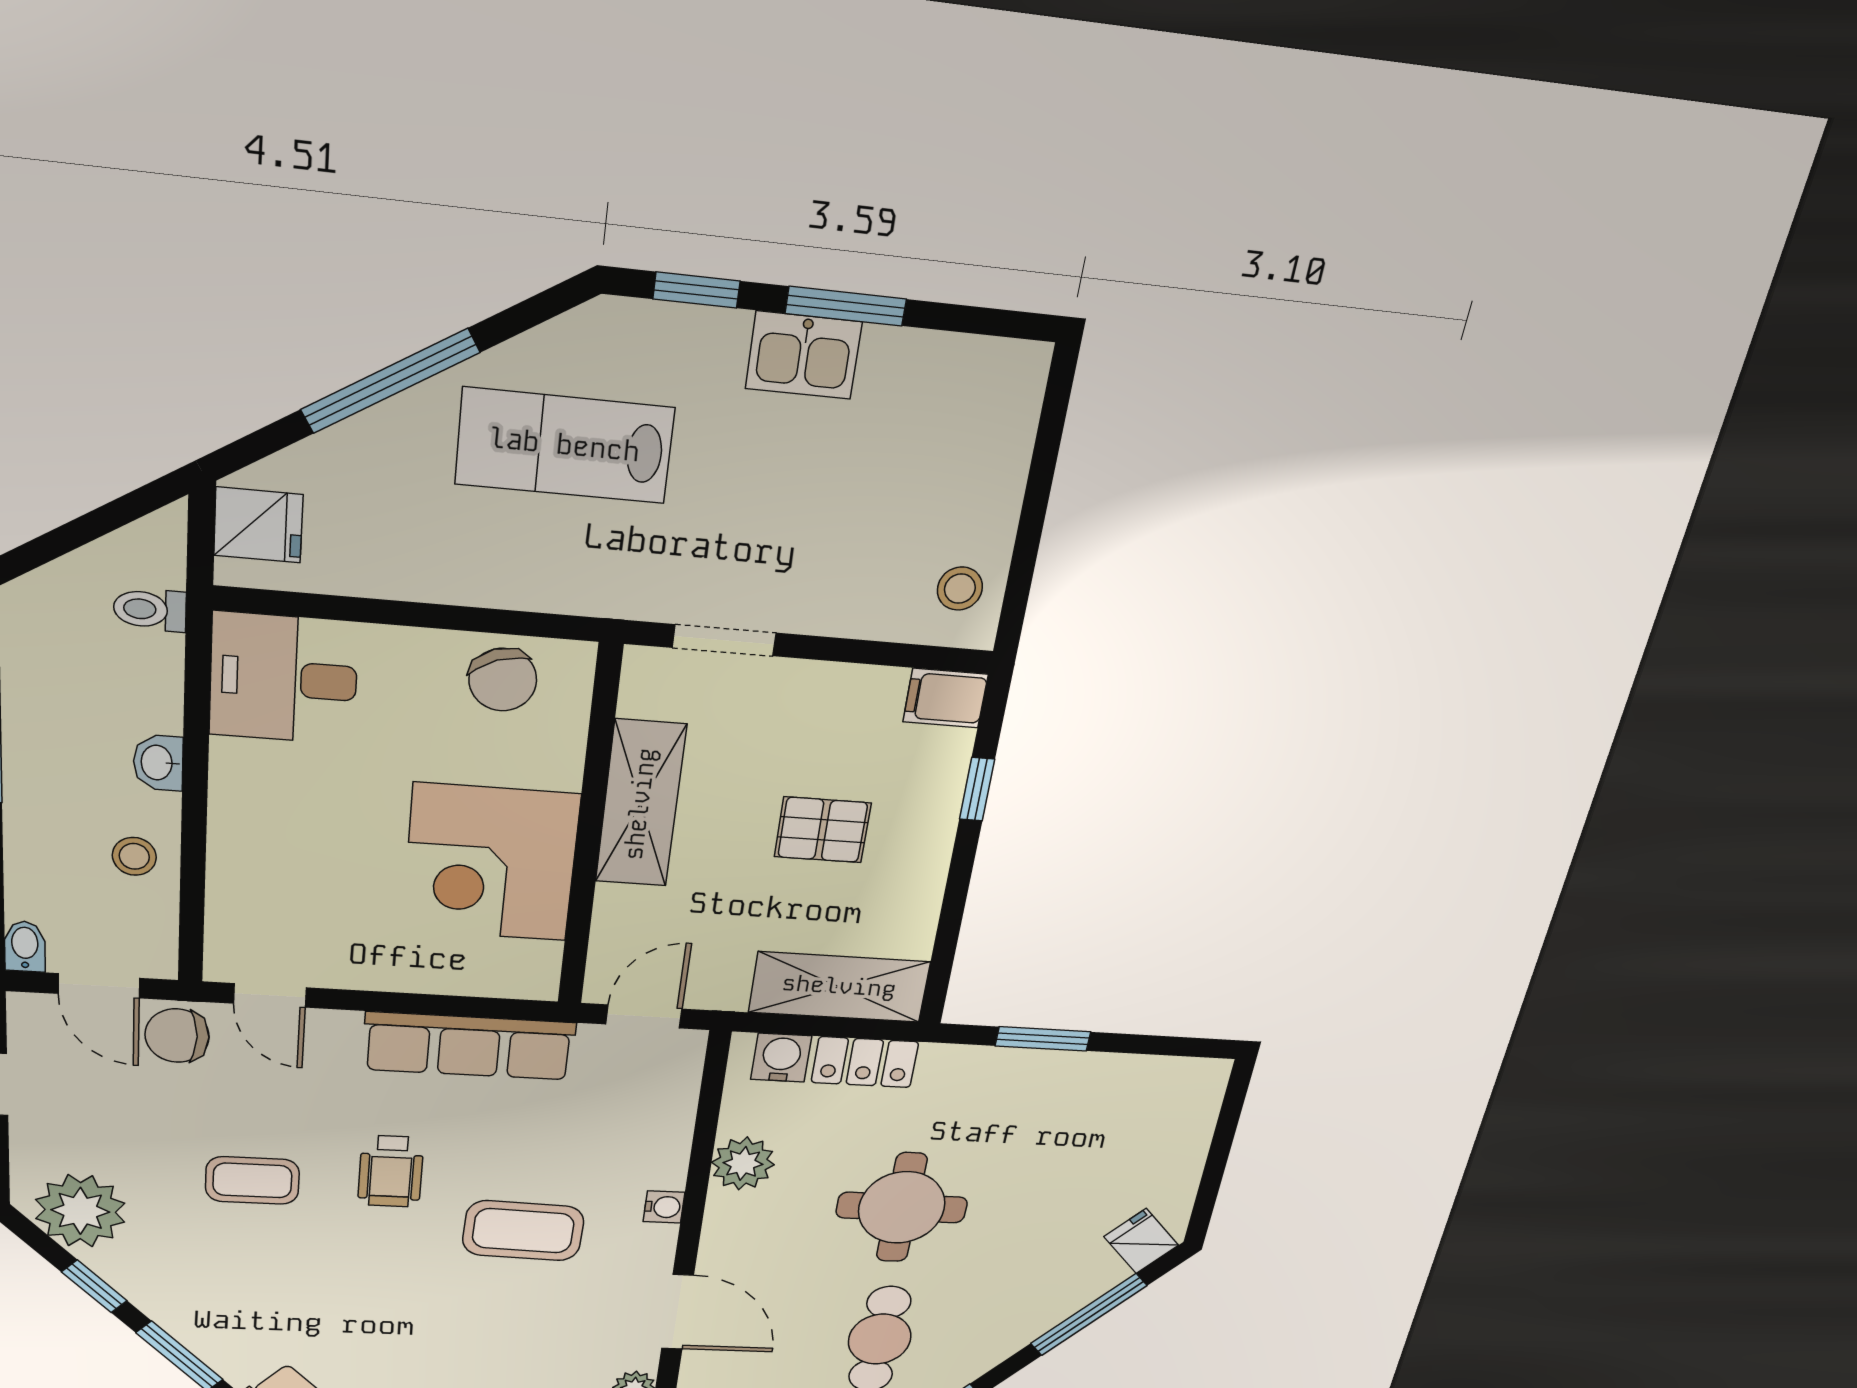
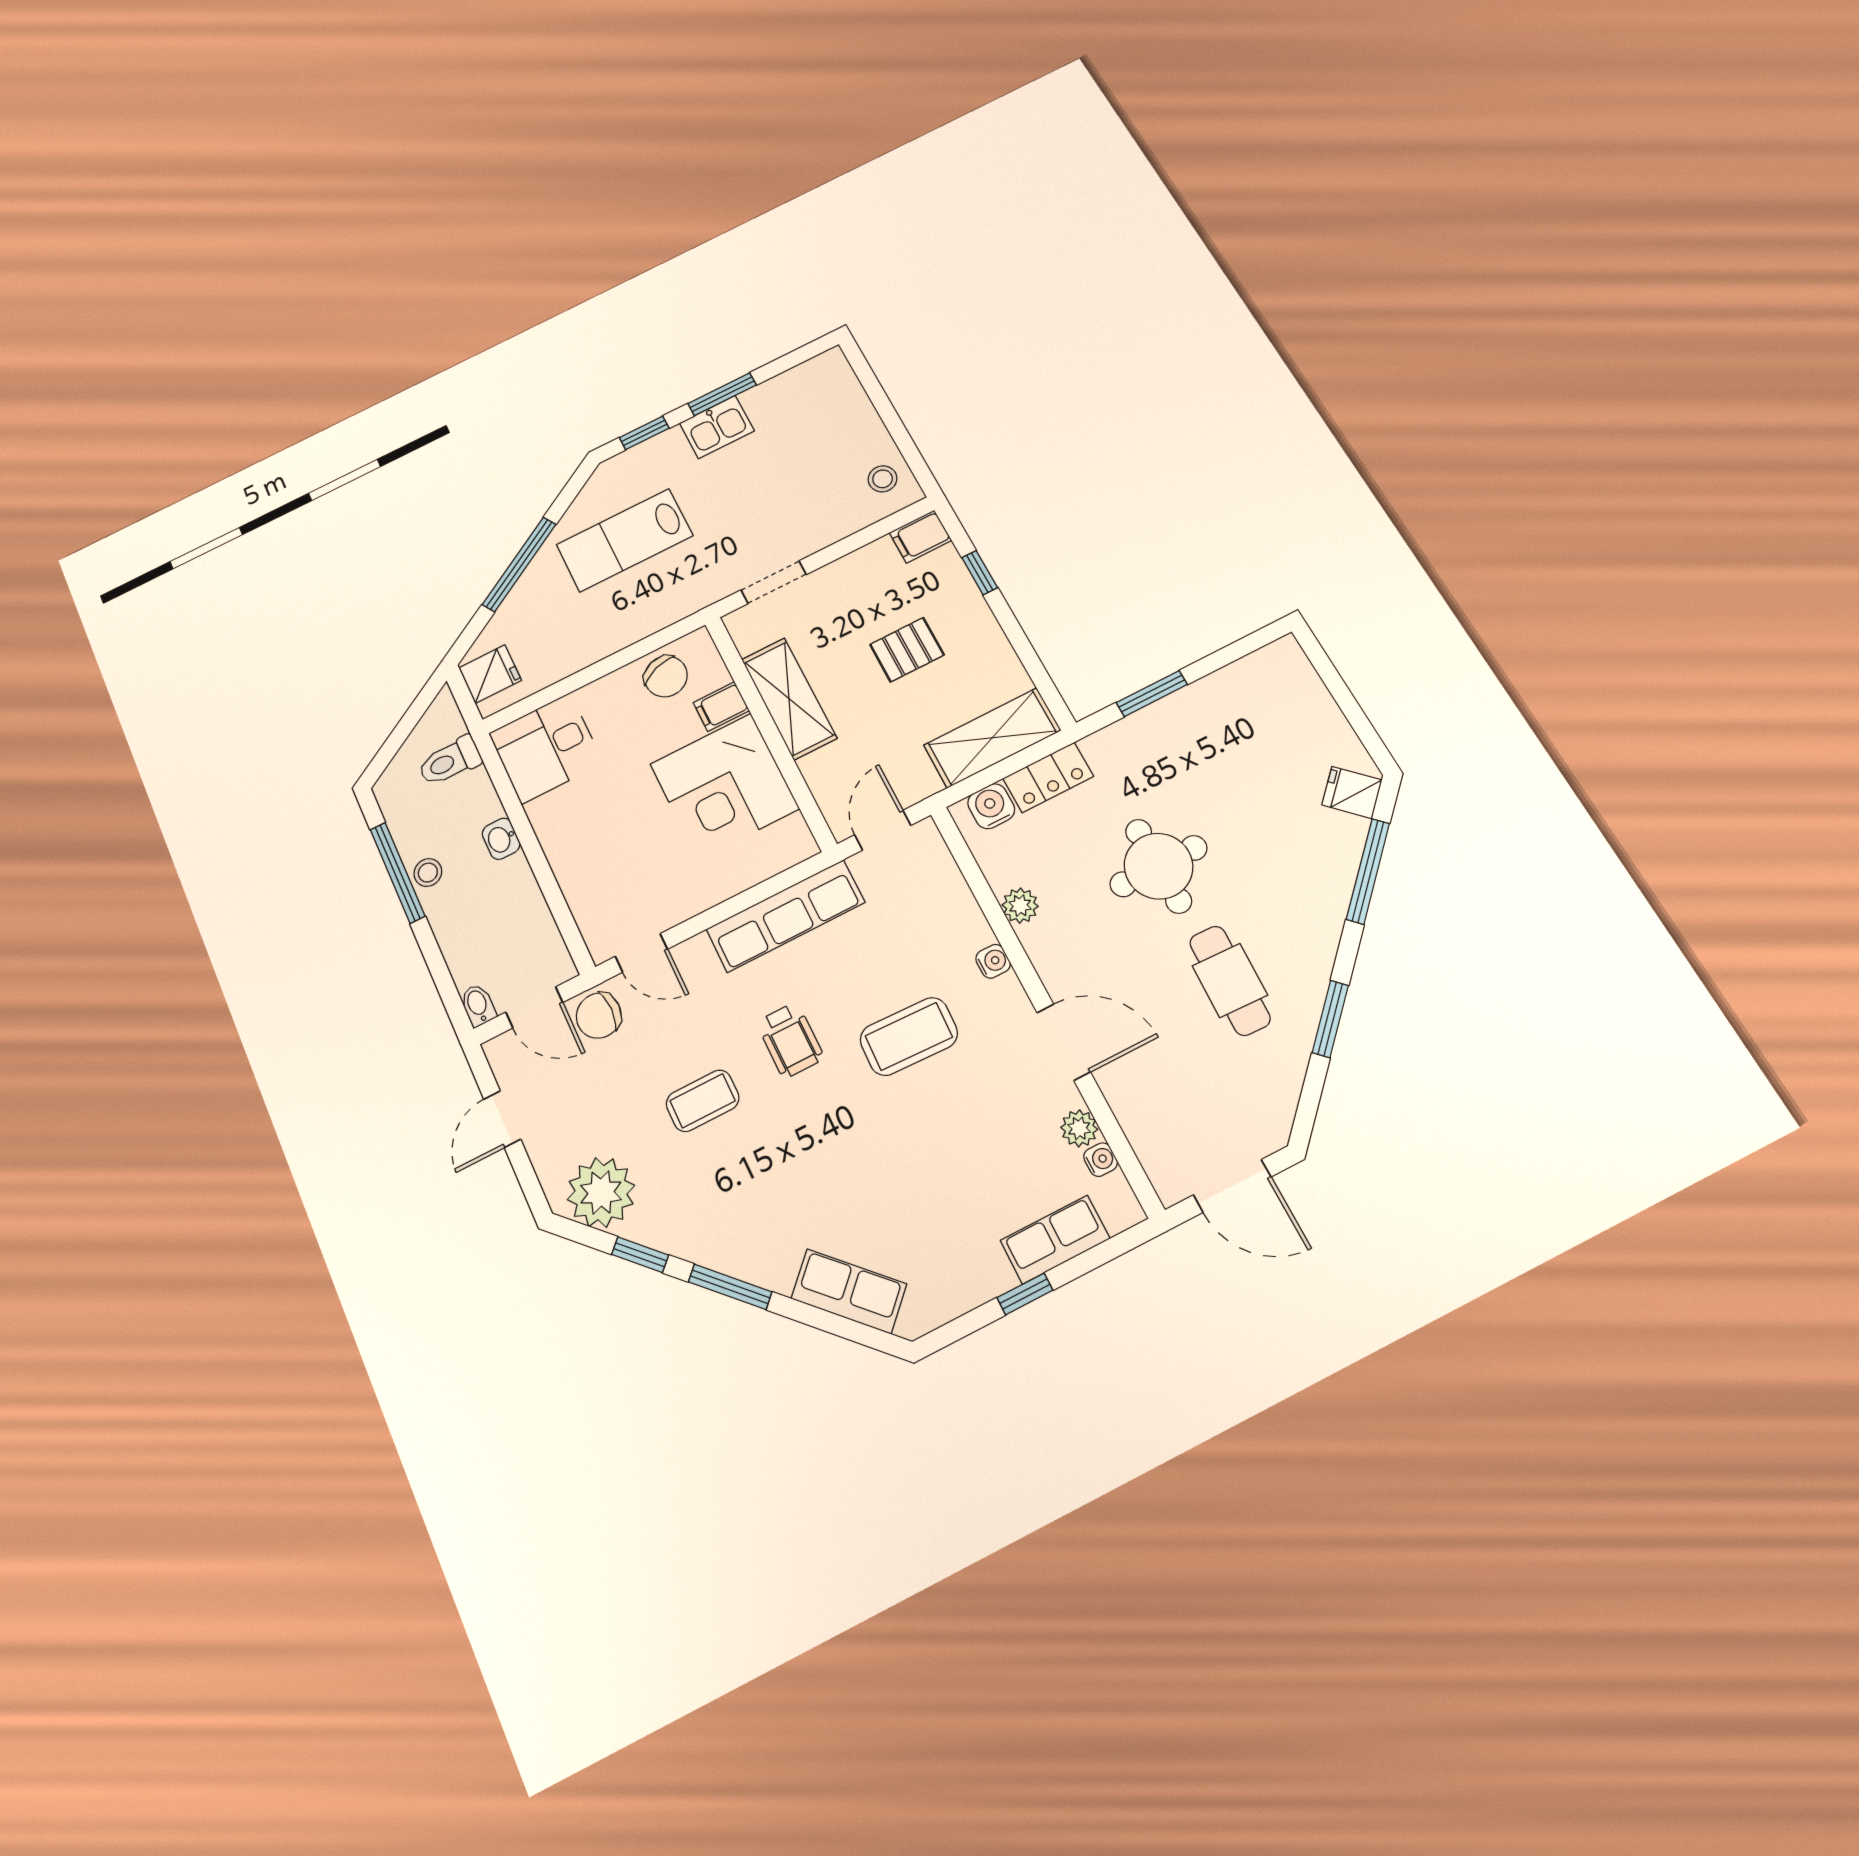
toilet: (150, 610) -> (450, 761), width x1.37, depth x1.39
filing cabinet: (550, 763) -> (721, 707), added
stool: (134, 856) -> (428, 873), moved
plant: (743, 1164) -> (1020, 906), width x0.73, depth x0.73

